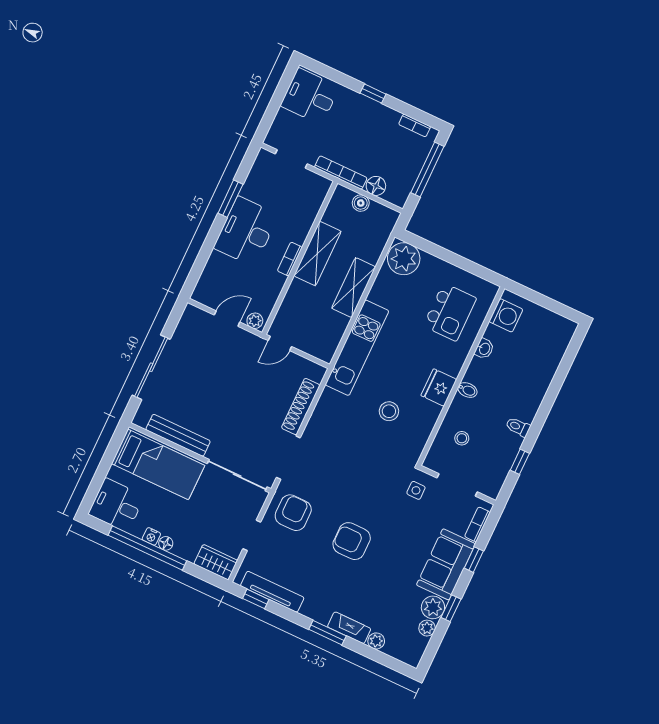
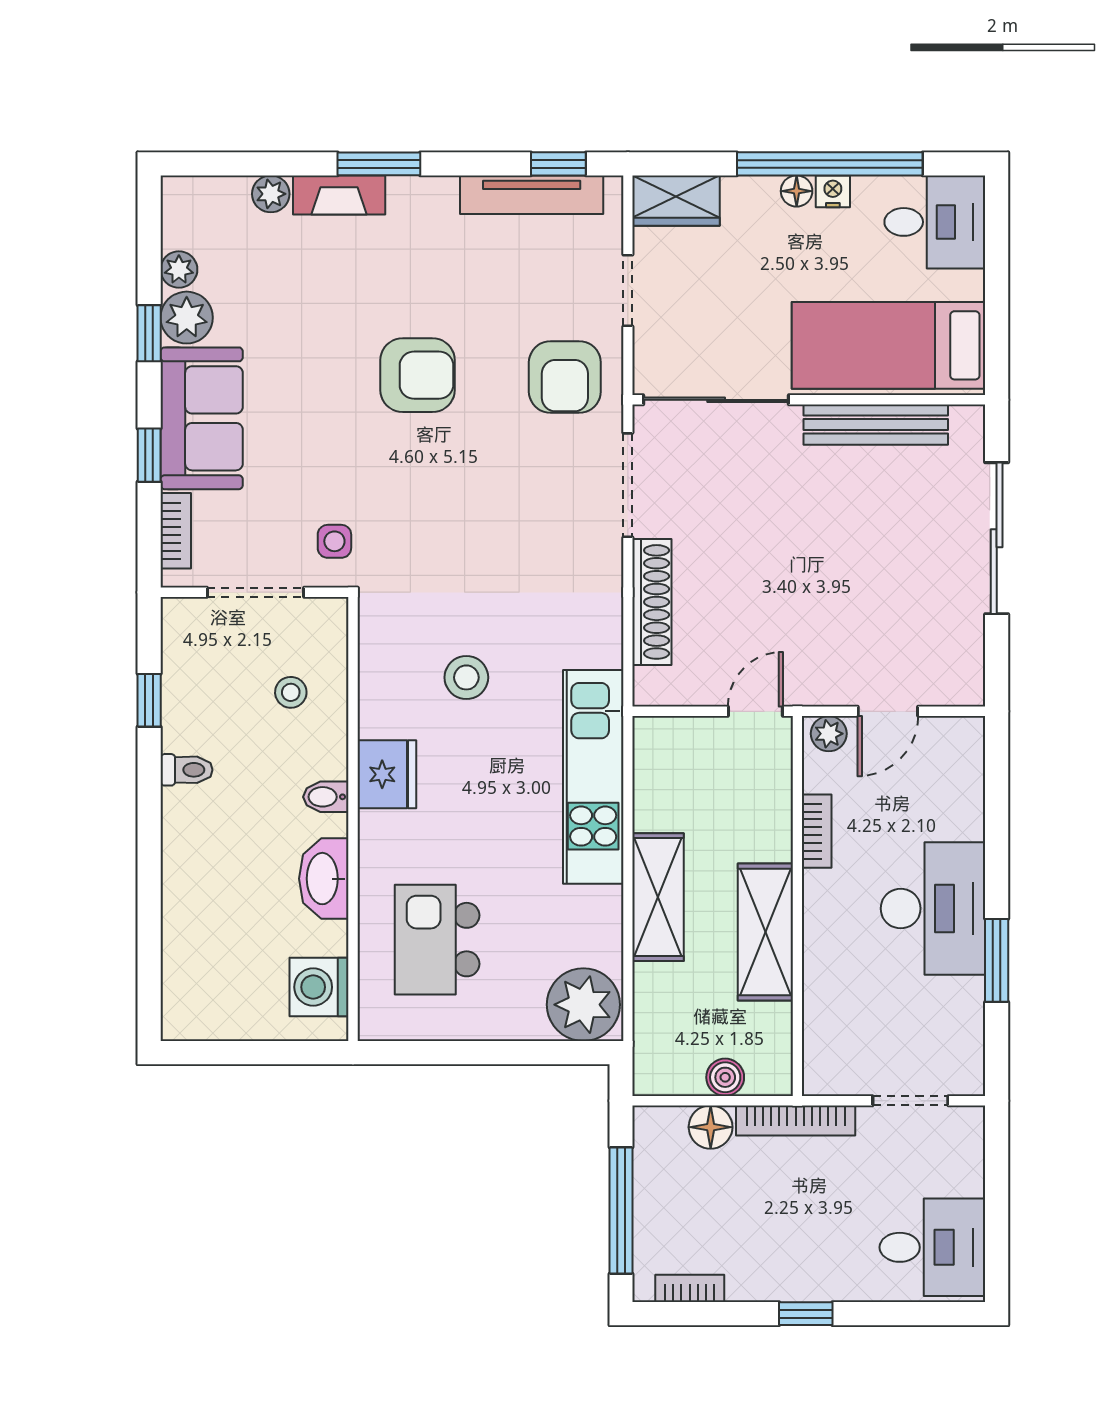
bookcase: (290, 259) -> (817, 831), moved
washbasin: (484, 349) -> (324, 879), width x1.91, depth x1.45

